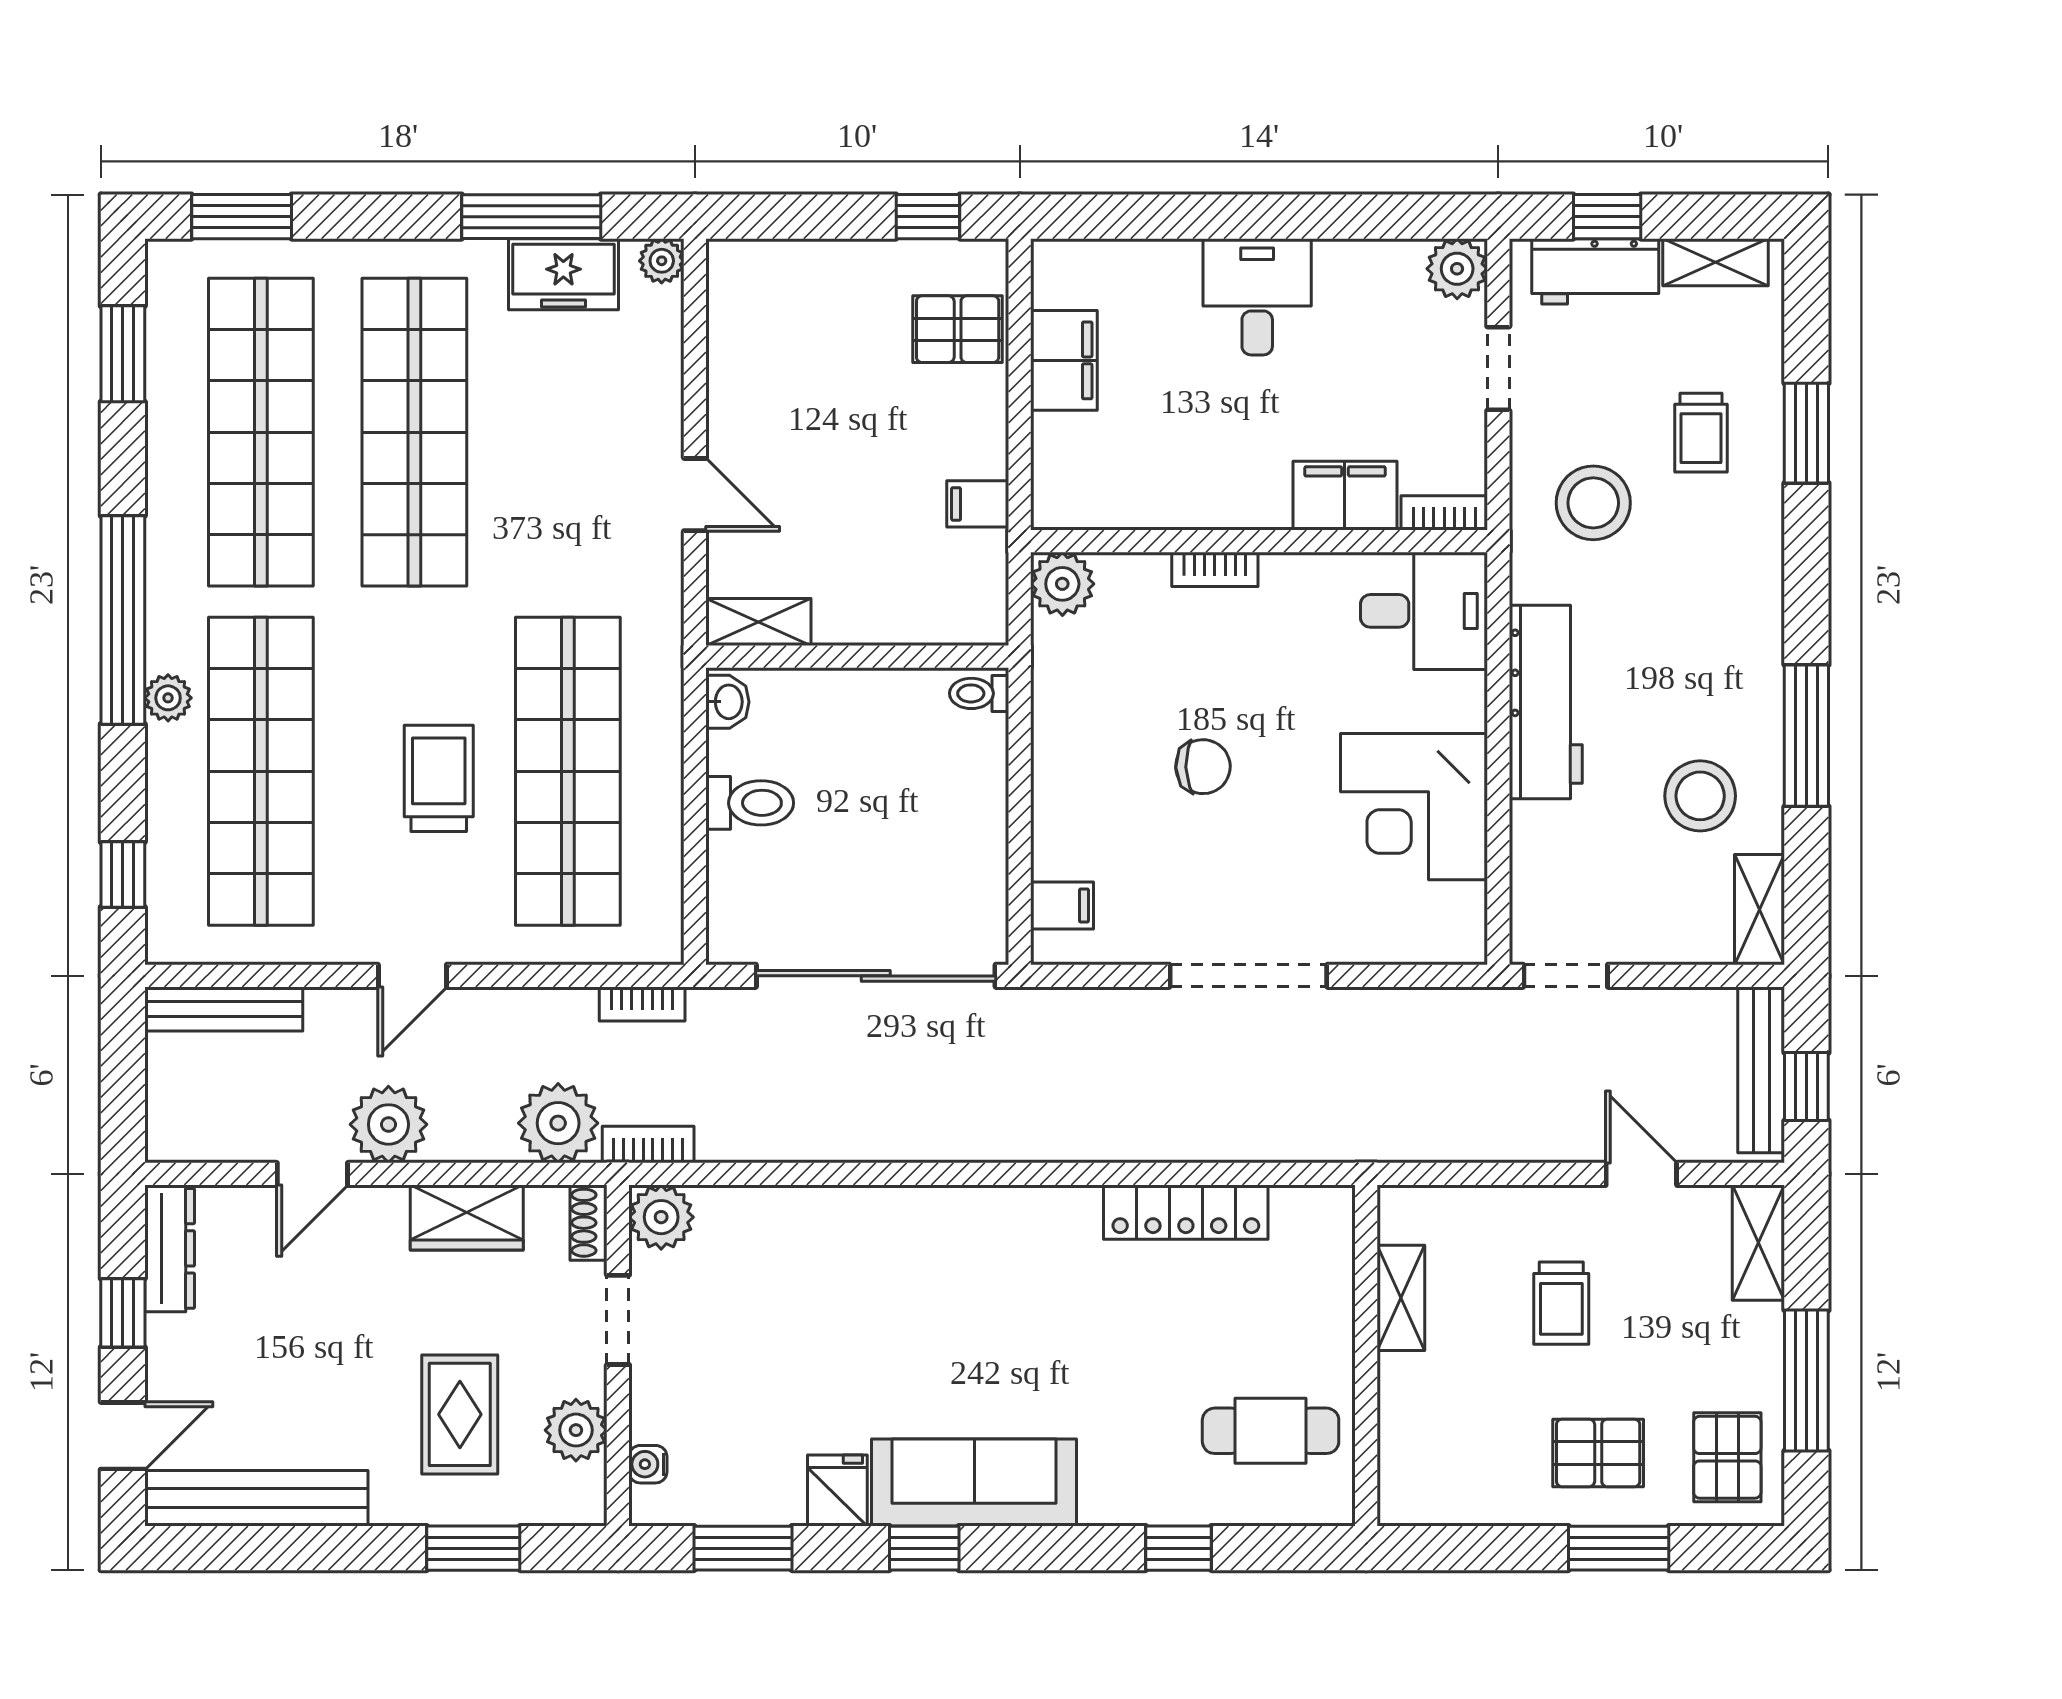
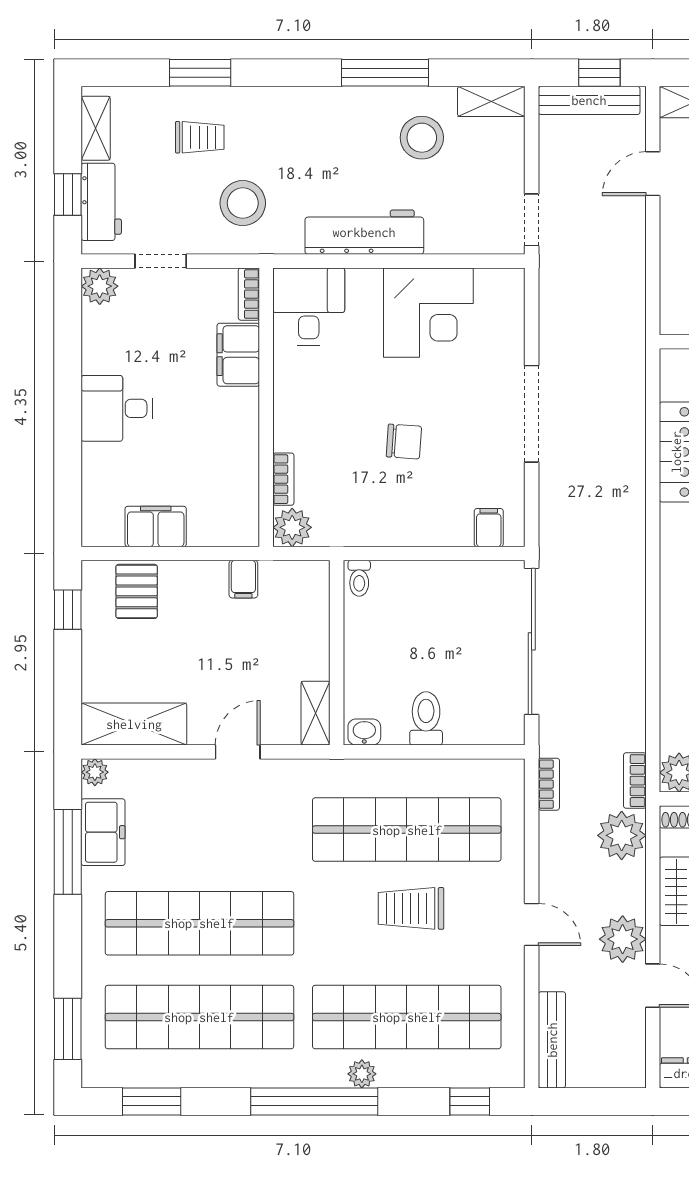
shelving: (741, 325) -> (134, 724), added
bookcase: (1215, 569) -> (283, 479), moved
chair: (1203, 767) -> (404, 442), turned 96

